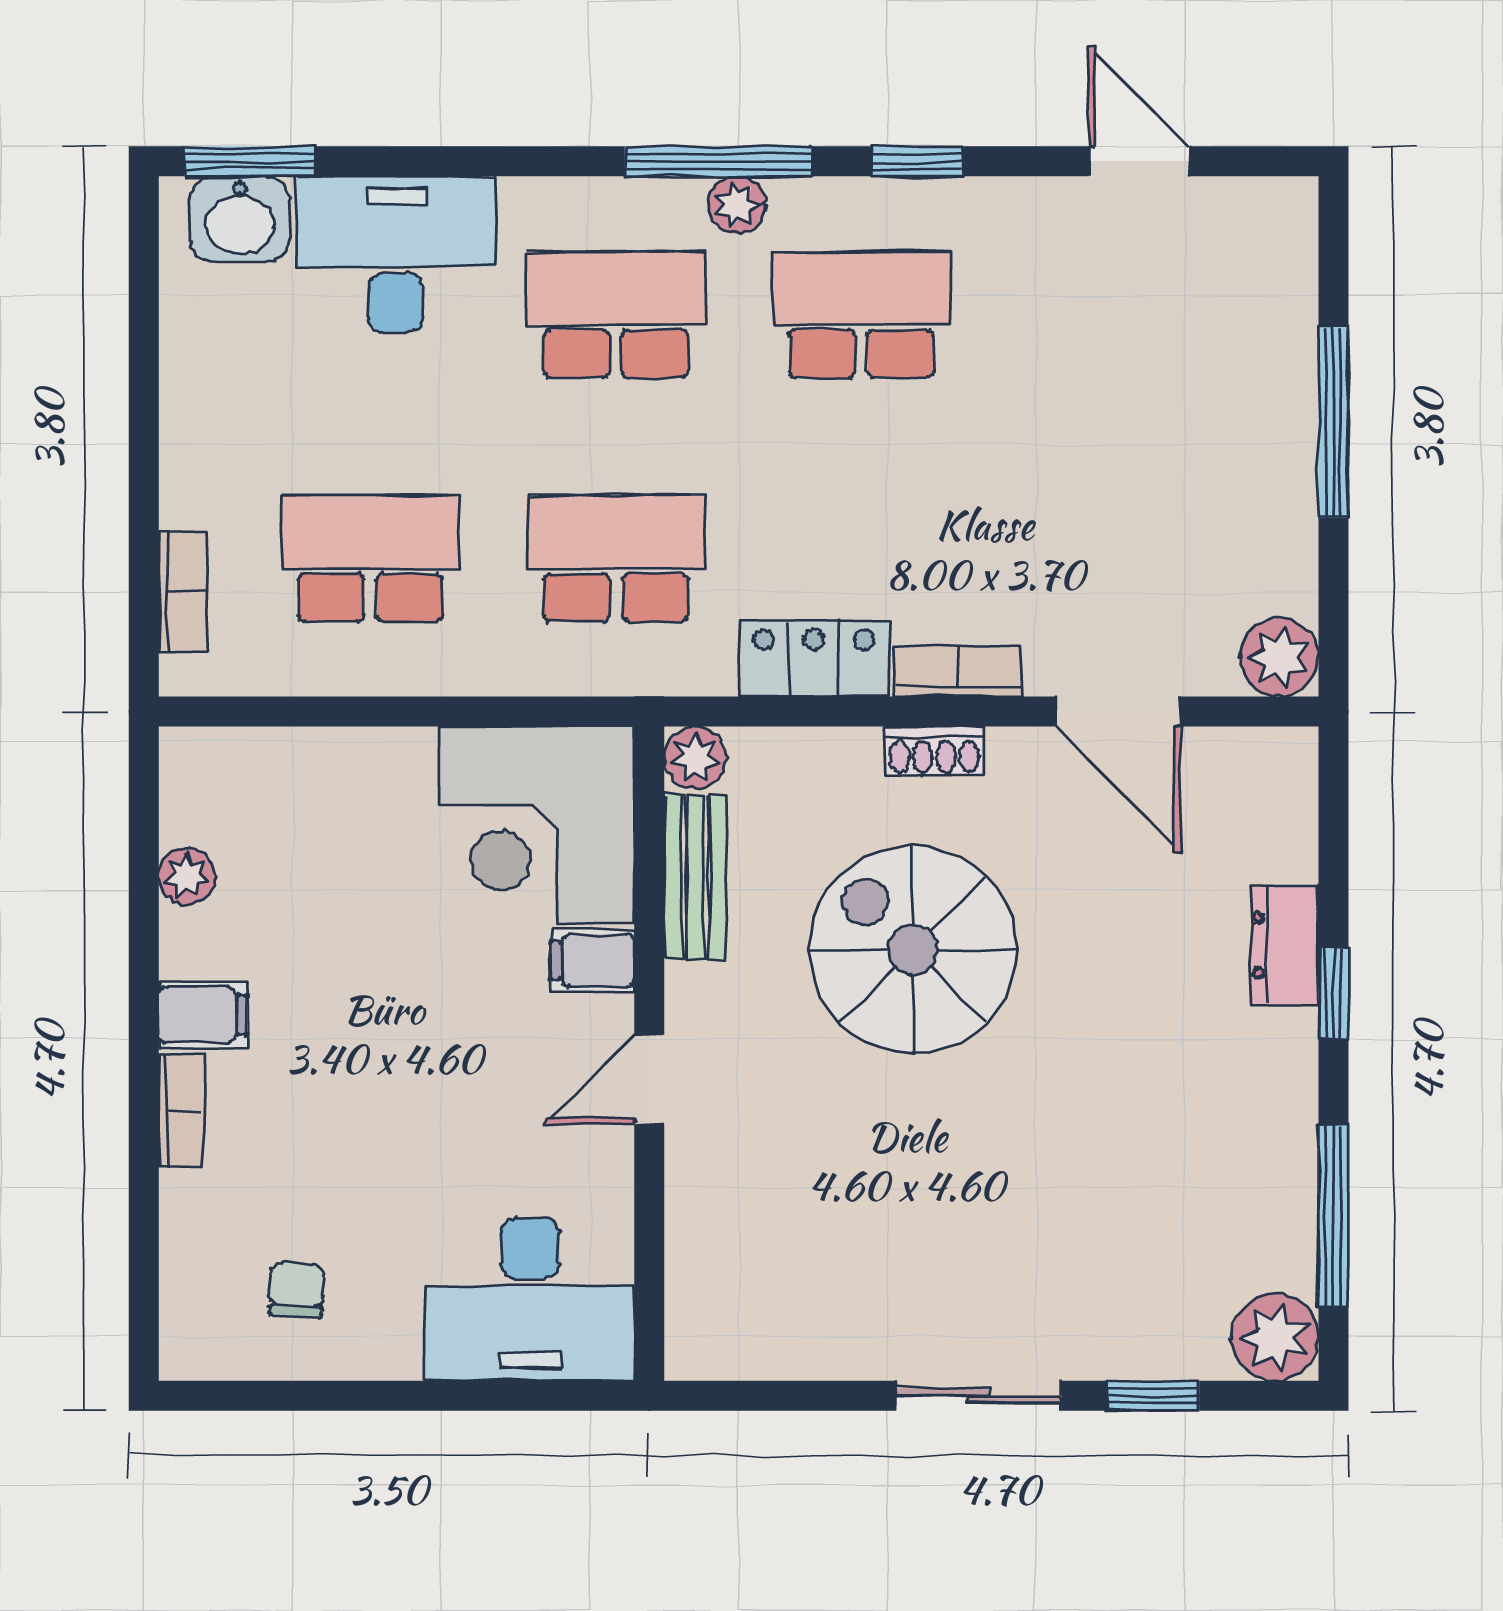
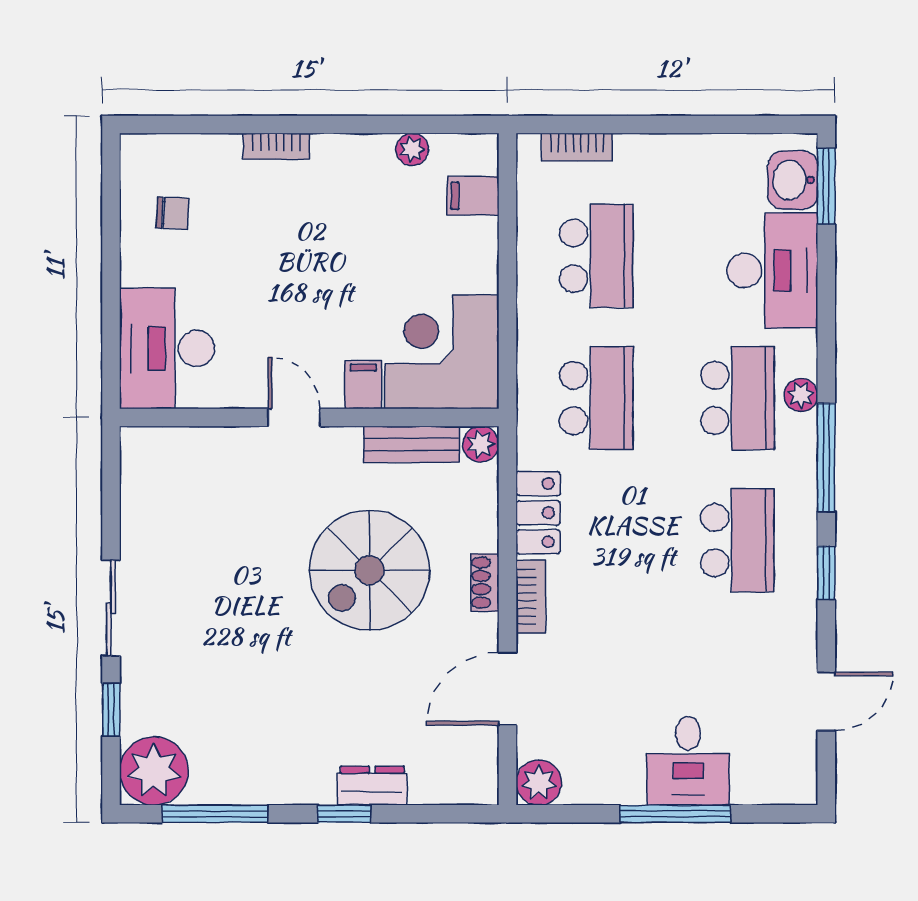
plant: (737, 205) -> (801, 395), moved
desk: (1242, 400) -> (688, 761), added
spiral stairs: (913, 950) -> (369, 570), turned 180
filing cabinet: (203, 1015) -> (473, 196), moved, turned 90
plant: (1275, 1338) -> (154, 771), width x1.36, depth x1.36

